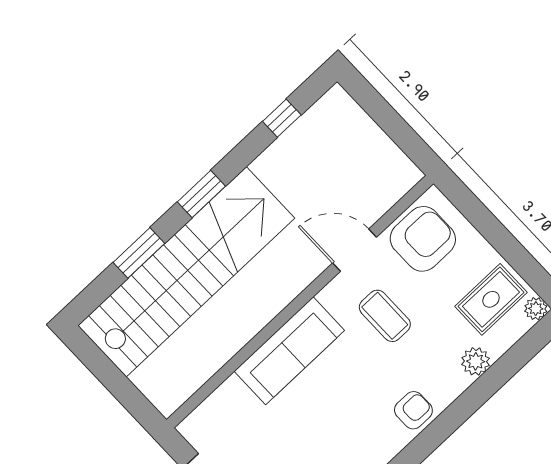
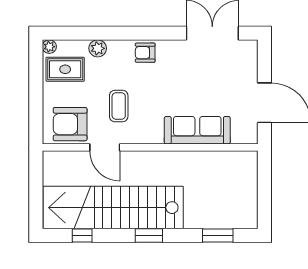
window: (139, 253) -> (218, 236), moved
stairs: (186, 272) -> (113, 208), moved
sofa: (289, 351) -> (197, 130), moved

